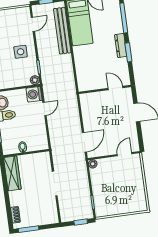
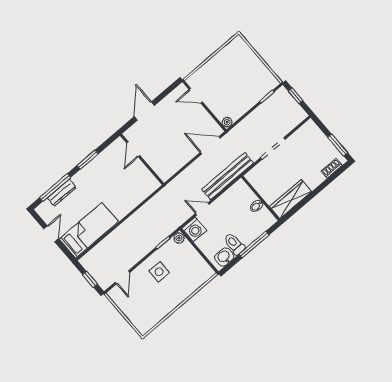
door: (33, 24) -> (122, 277), swing flipped
bench: (62, 31) -> (228, 176), moved
dresser: (121, 45) -> (62, 193), moved

